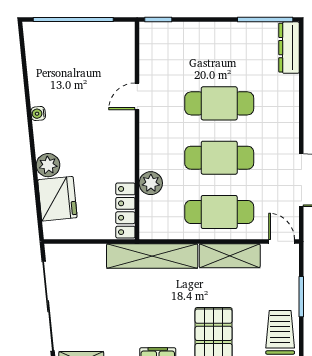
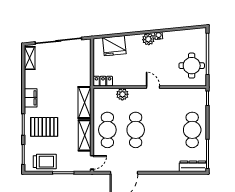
round table: (96, 50) -> (192, 66), added
door: (137, 96) -> (153, 87), moved
cafe table: (219, 103) -> (192, 130), moved
plant: (48, 165) -> (148, 39), moved
locker: (125, 211) -> (103, 81), width x0.66
shelving: (152, 256) -> (84, 103), width x0.68

